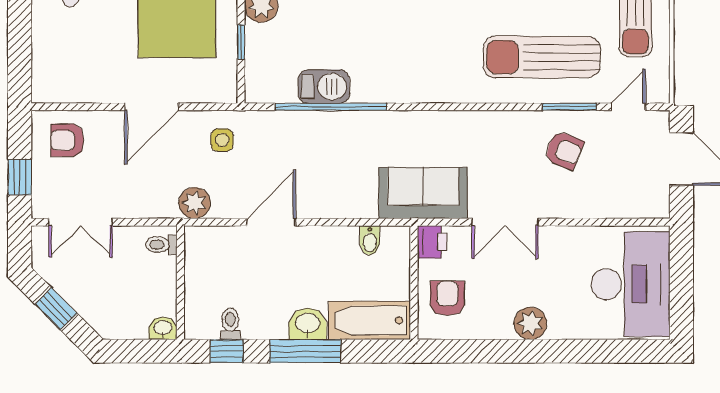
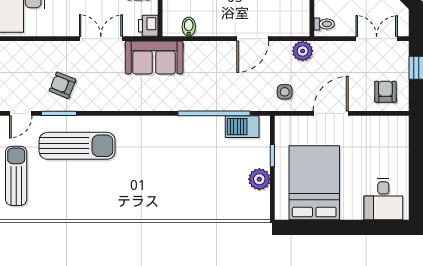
barbecue: (324, 87) -> (242, 127), moved
armchair: (67, 140) -> (385, 92), turned -90

